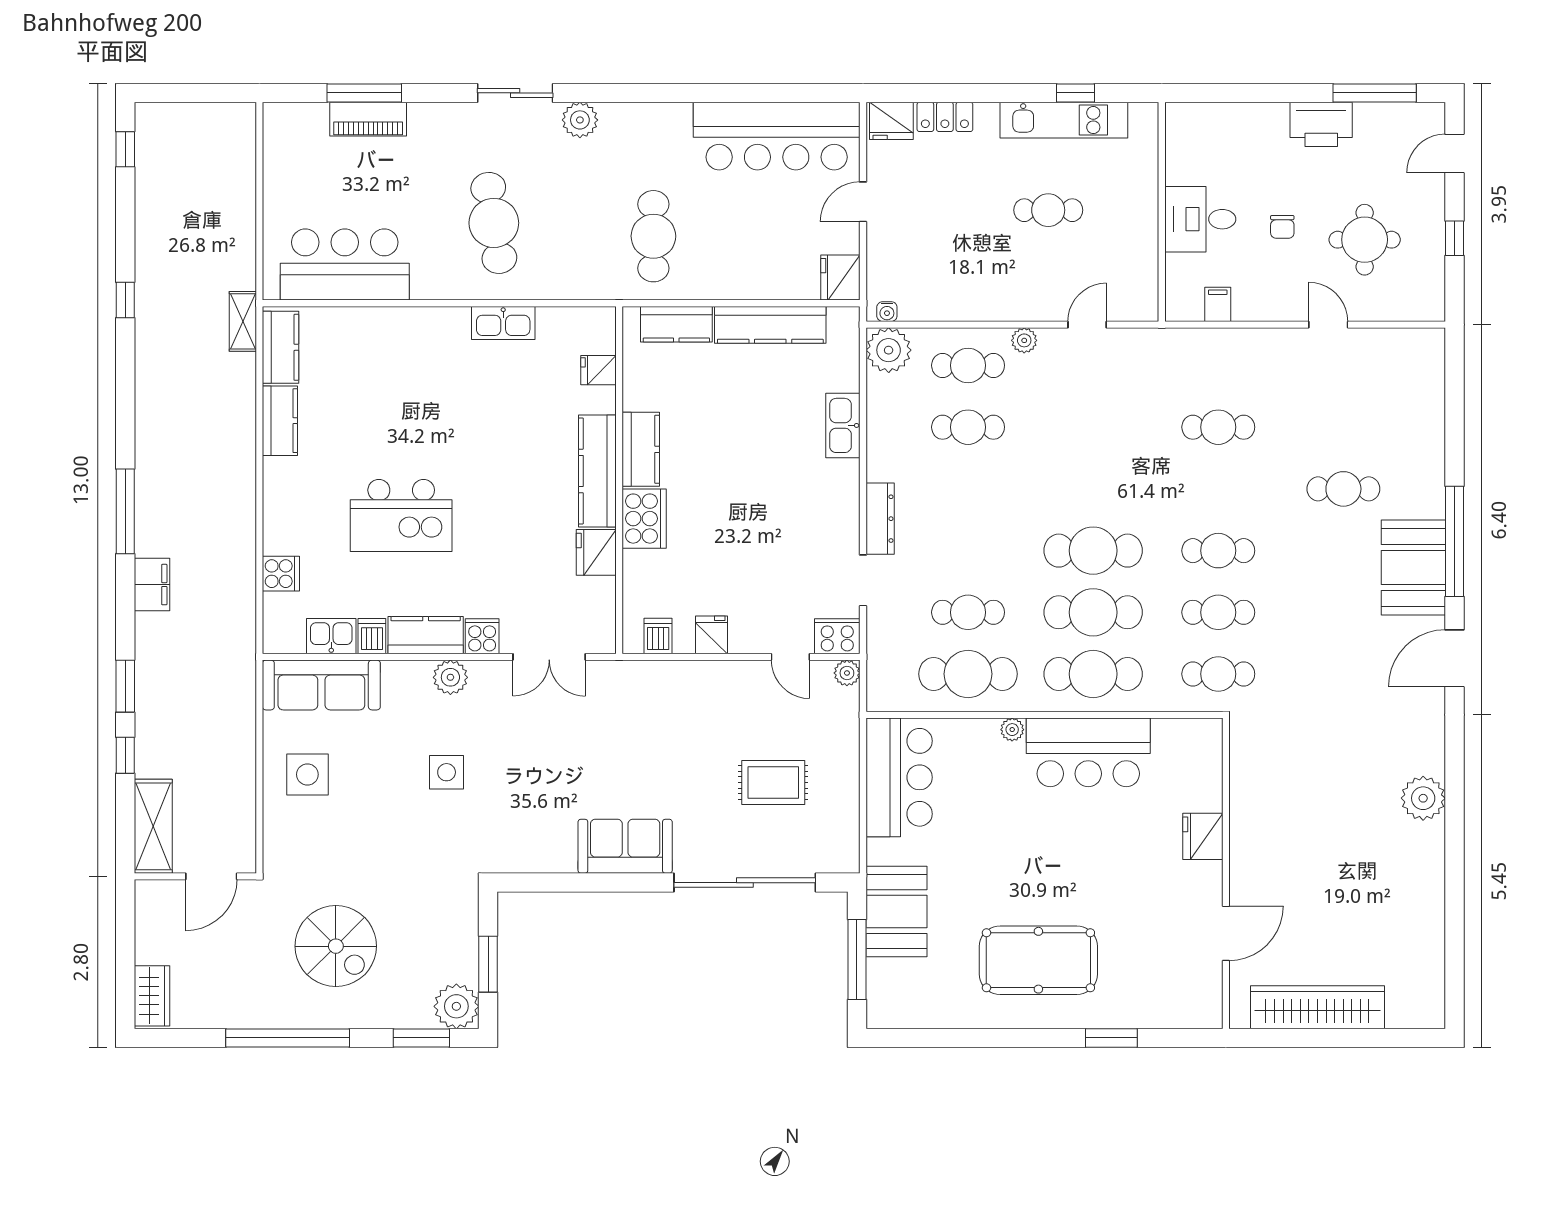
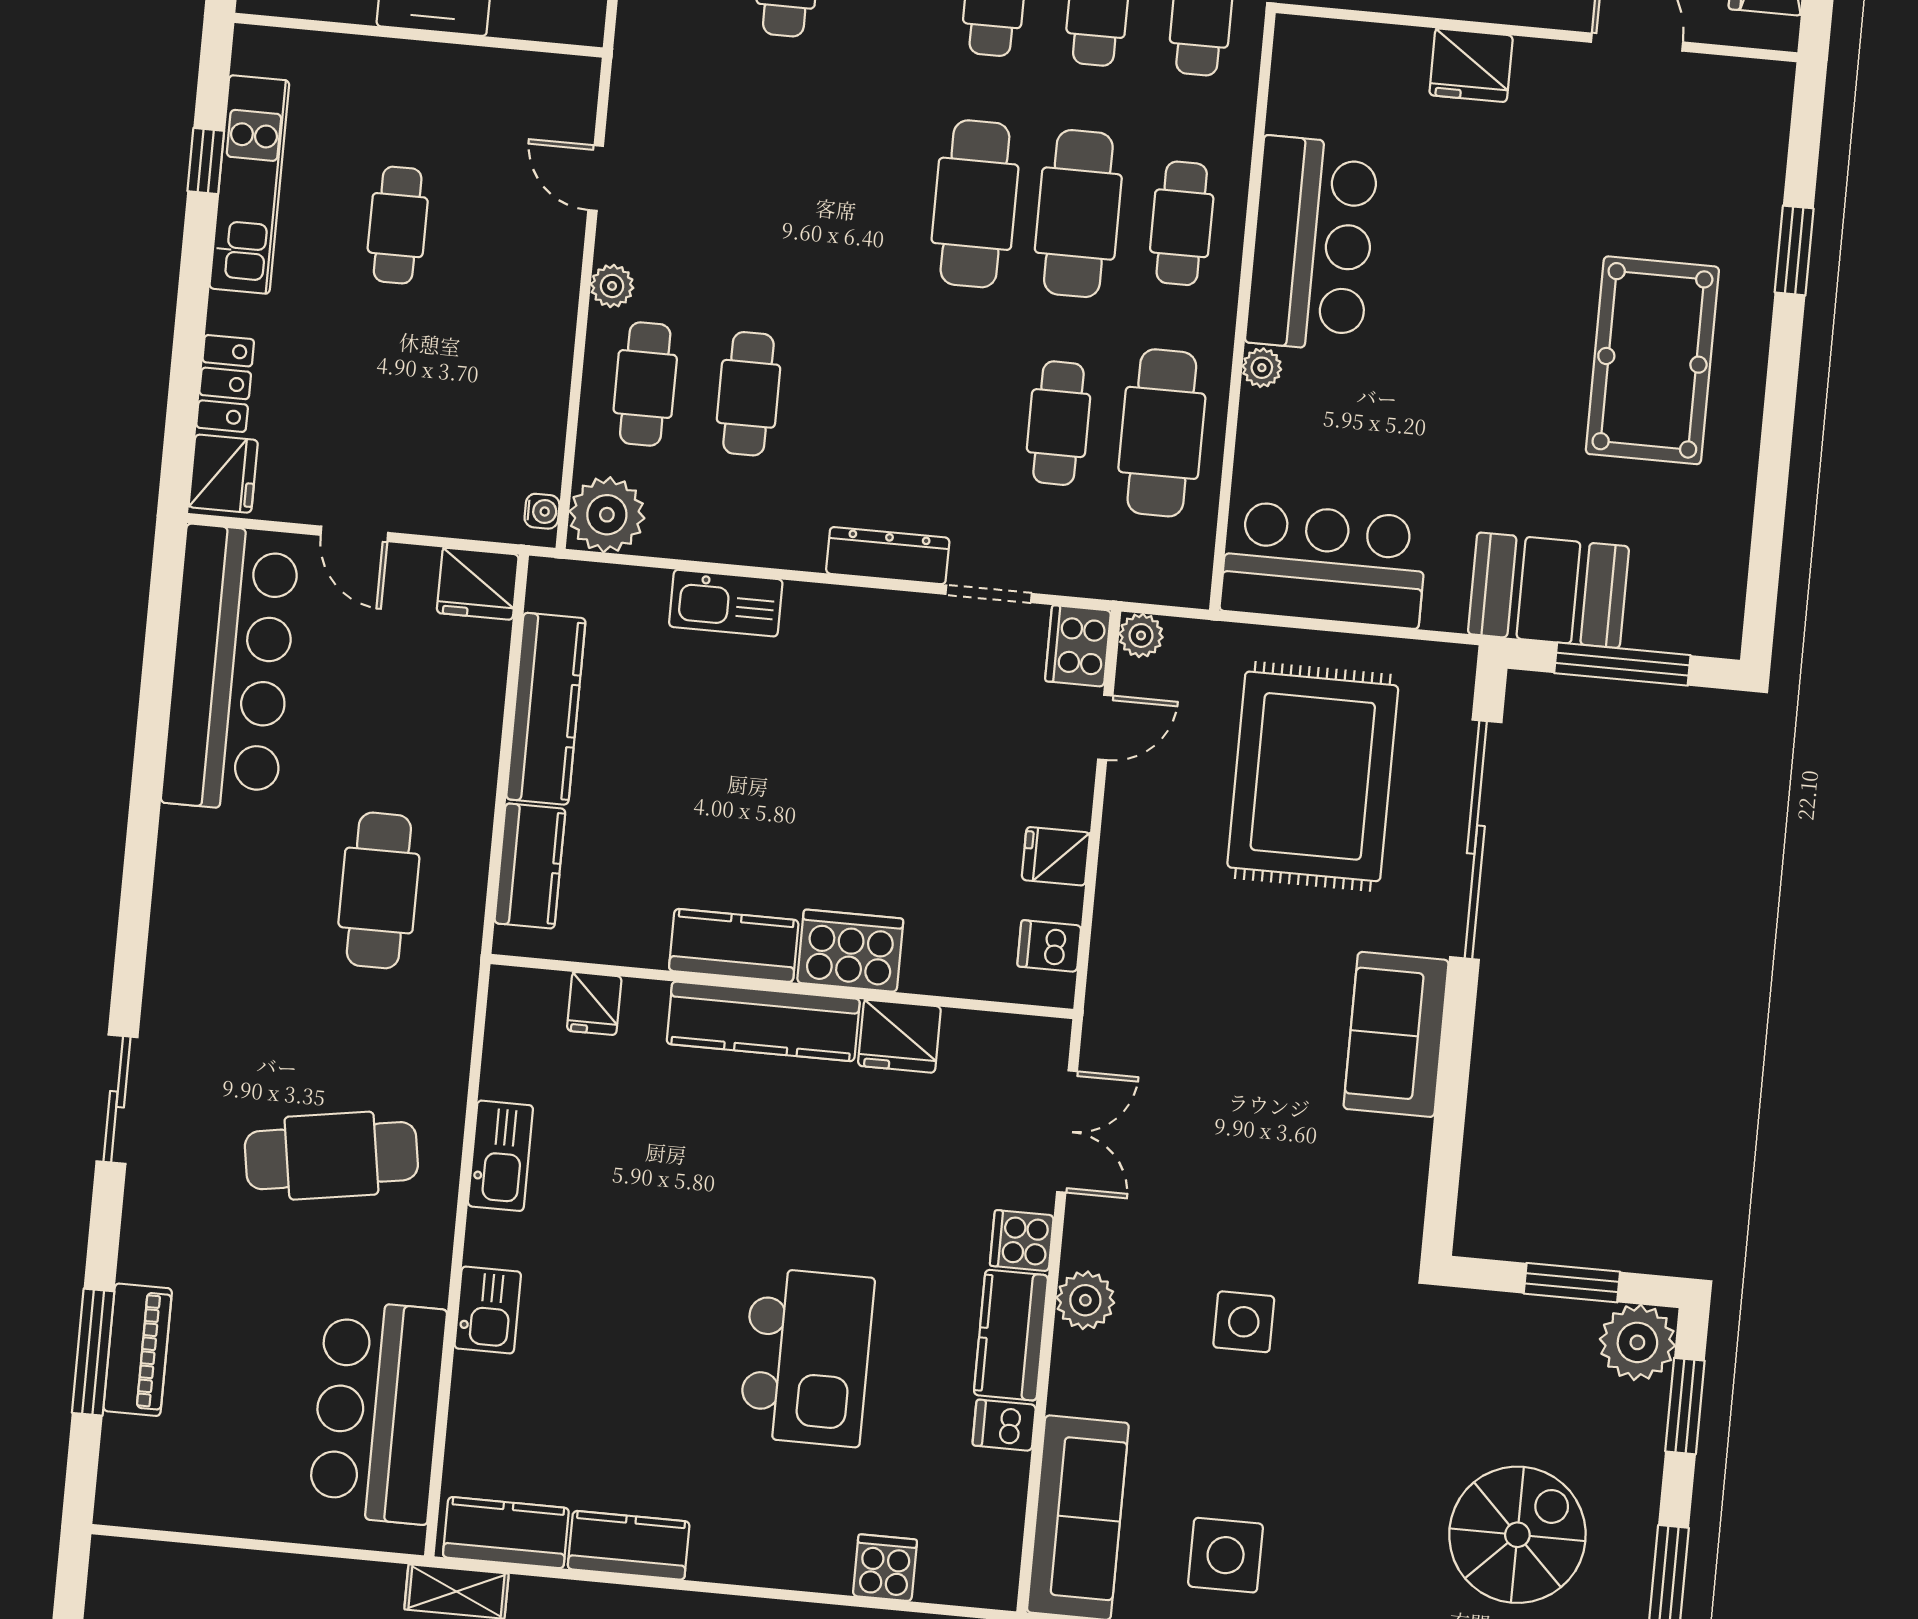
plant: (580, 120) -> (172, 995), removed
cafe table: (653, 236) -> (379, 890), turned 90
kitchen sink: (331, 636) -> (488, 1310), moved, turned 180
cafe table: (1093, 674) -> (1182, 223), width x0.73, depth x0.74
rug: (773, 783) -> (1313, 776), width x1.86, depth x2.06

